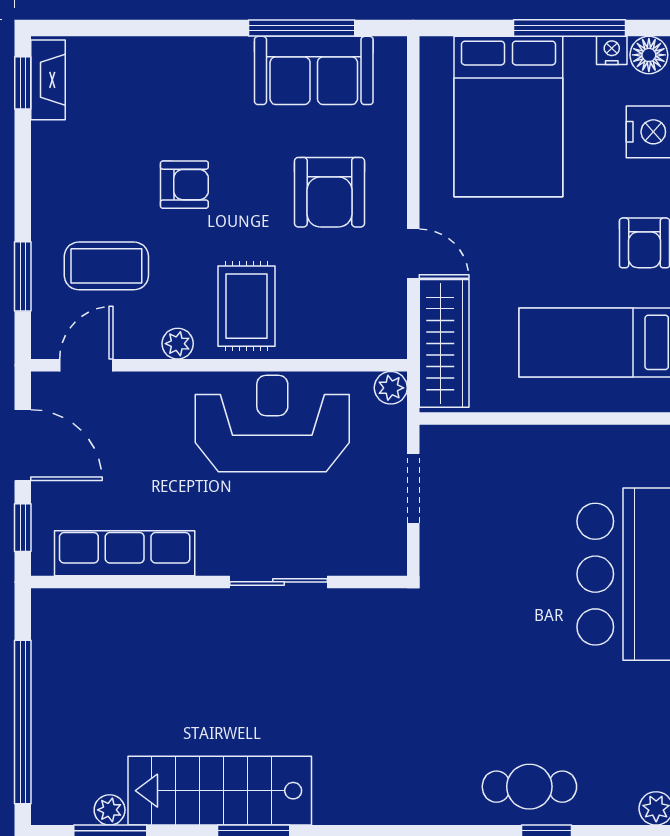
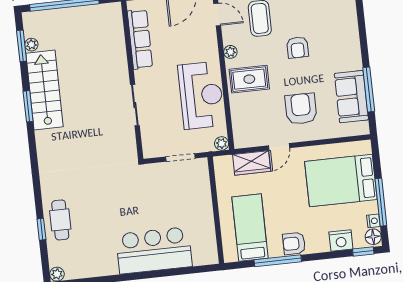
armchair: (329, 192) -> (301, 109), turned 90
wardrobe: (444, 343) -> (252, 163), width x0.67

